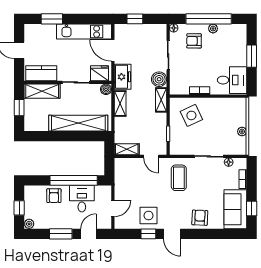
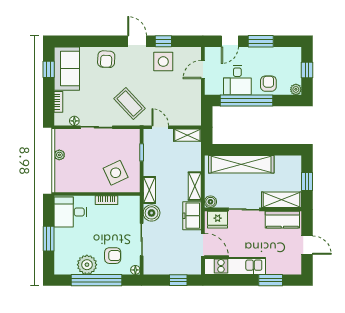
plant: (213, 29) -> (87, 265), width x1.88, depth x1.88
coffee table: (179, 178) -> (130, 103), turned -43
plant: (29, 224) -> (296, 89), moved

